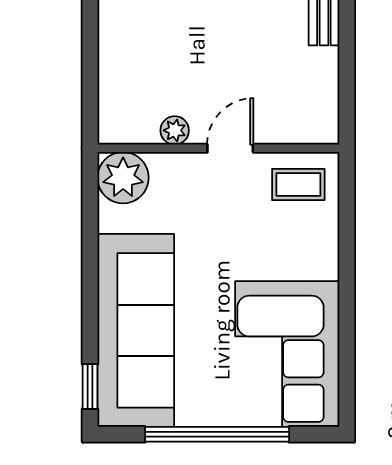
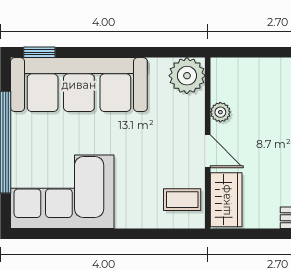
wardrobe: (298, 122) -> (226, 200), added
coffee table: (298, 184) -> (182, 200), turned 90

